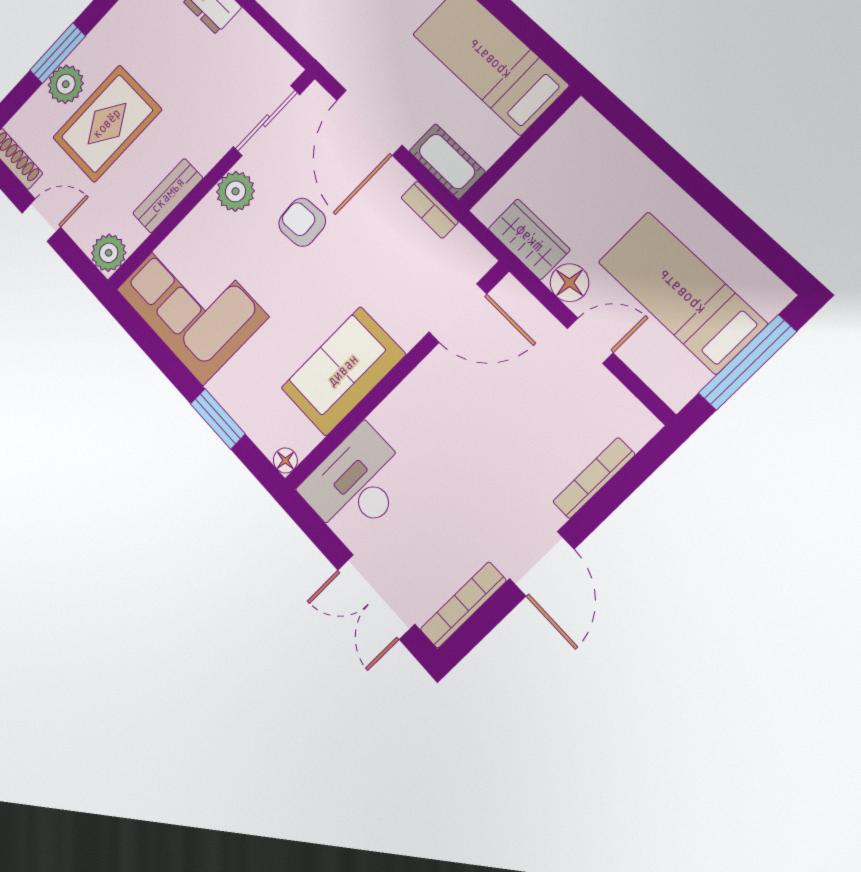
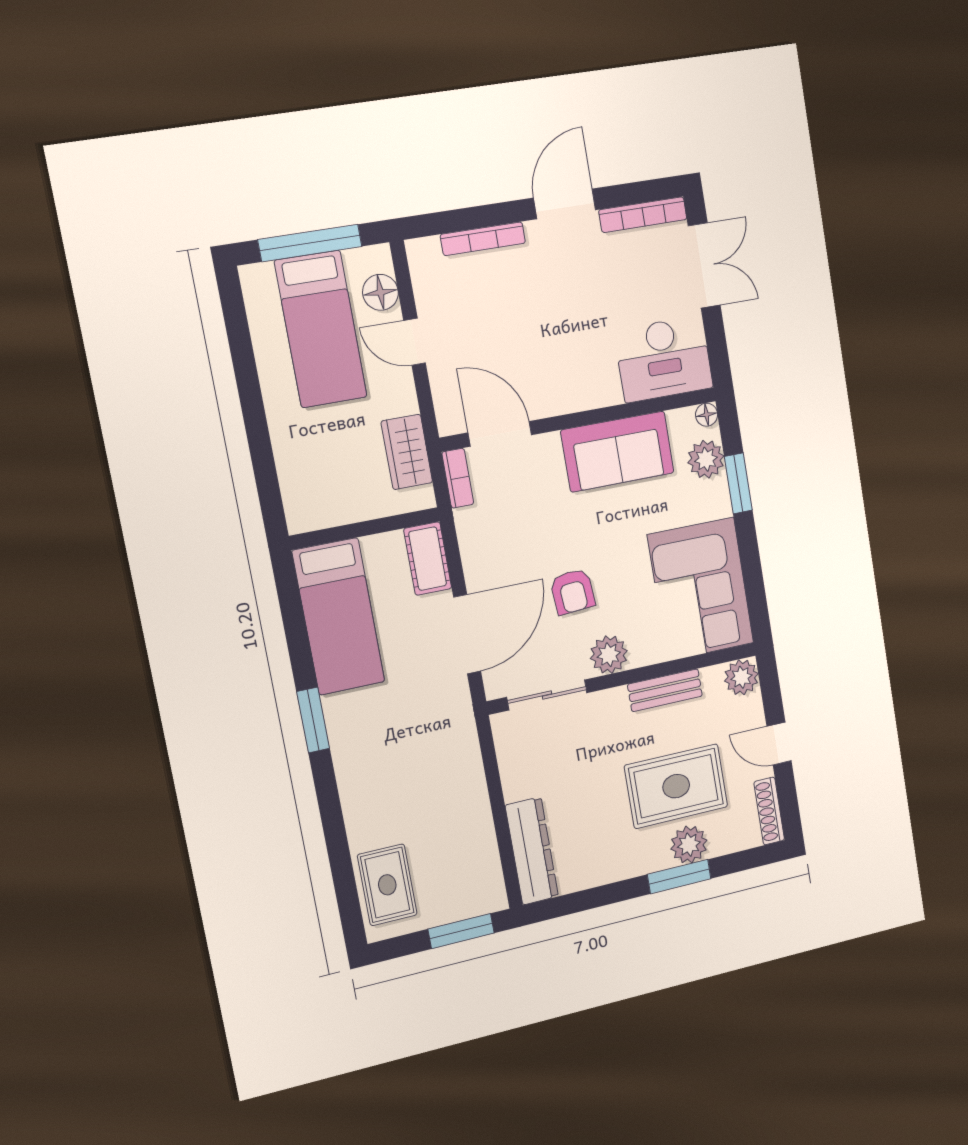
bookcase: (430, 210) -> (458, 478), moved
floor lamp: (570, 283) -> (380, 292), moved
plant: (260, 420) -> (706, 459), added

